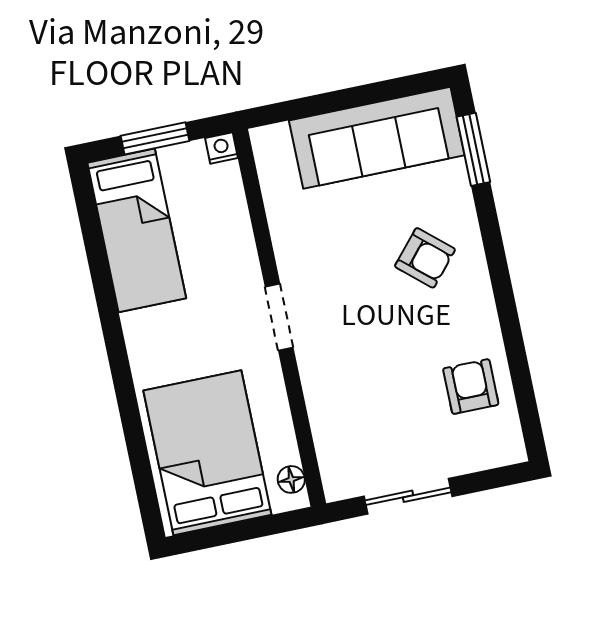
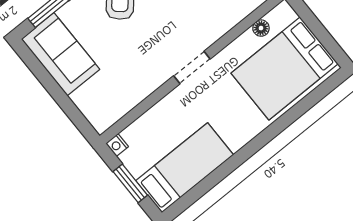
sofa: (377, 138) -> (60, 54), width x0.73
floor lamp: (291, 479) -> (261, 28), moved

